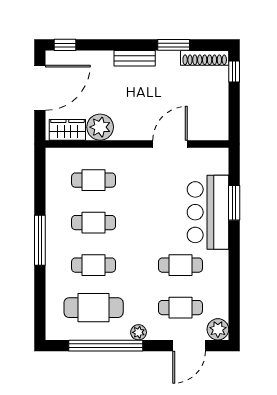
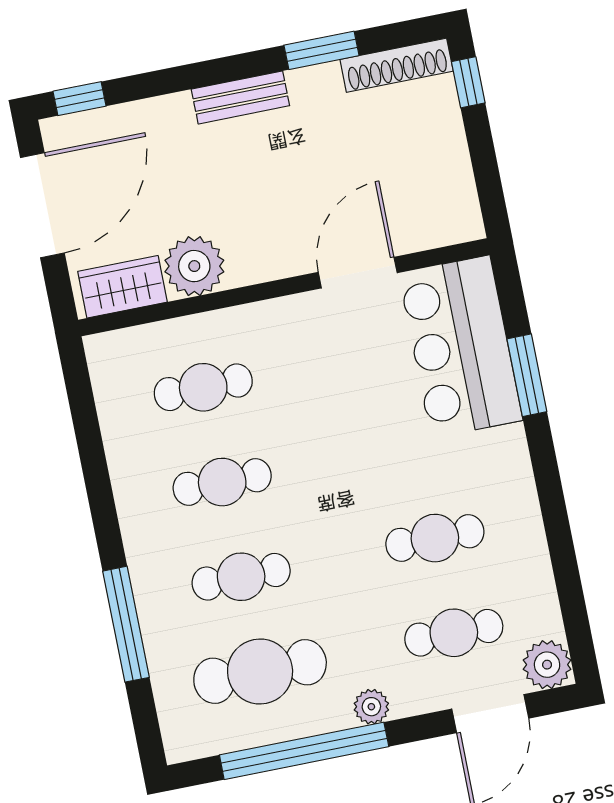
bar counter: (208, 212) -> (461, 347), moved
window: (40, 240) -> (126, 624), moved

